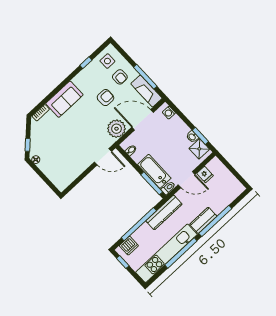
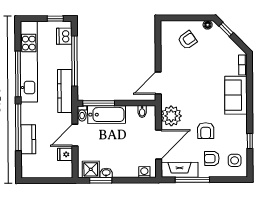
armchair: (58, 164) -> (187, 40), added
kitchen counter: (203, 220) -> (28, 139), moved

